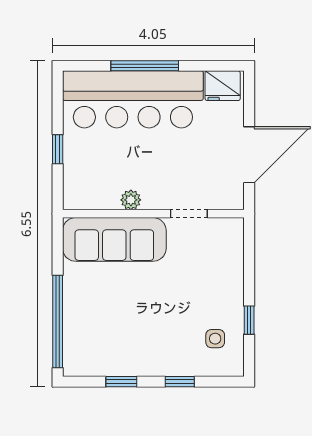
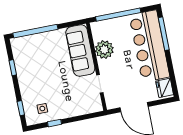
window: (145, 66) -> (164, 34), moved
window: (58, 149) -> (118, 15), width x3.17
plant: (131, 200) -> (104, 50), width x1.88, depth x1.88
window: (180, 382) -> (21, 108), moved

